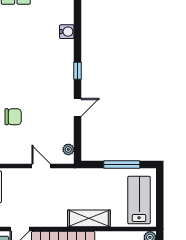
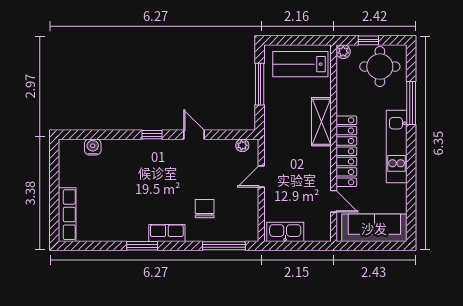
water cooler: (67, 32) -> (93, 147), moved

